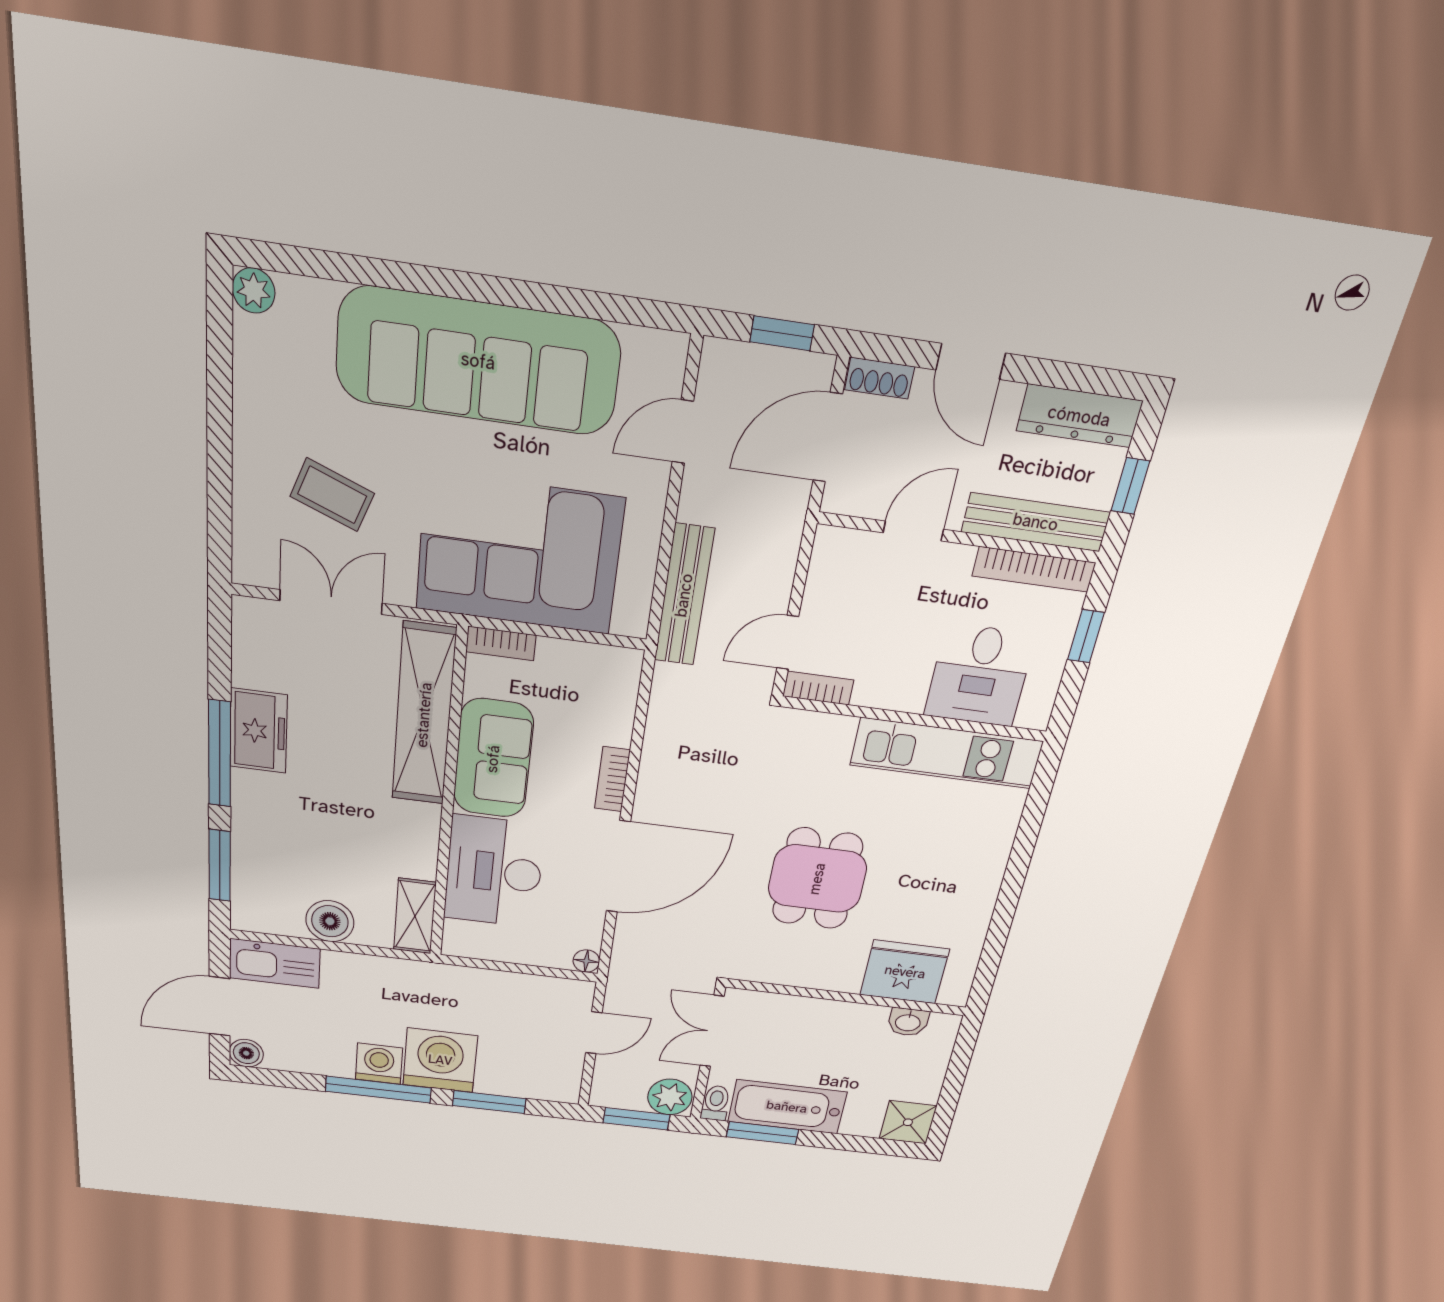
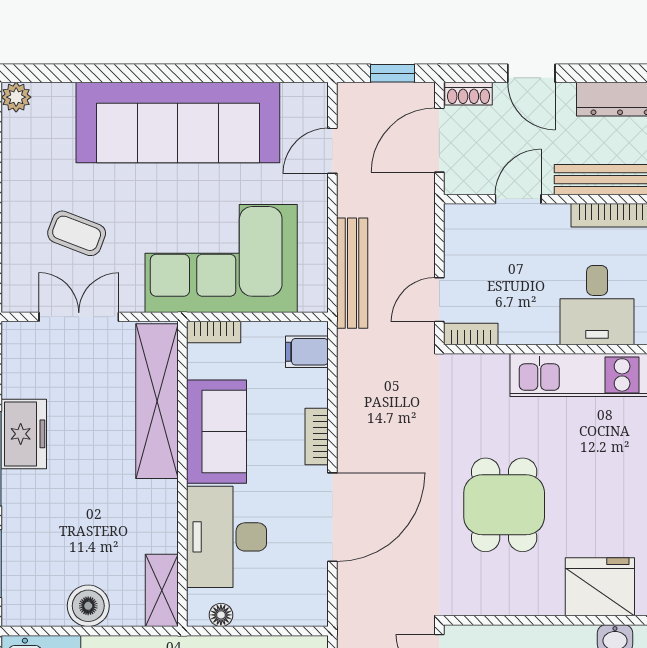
filing cabinet: (614, 682) -> (307, 352), added
floor lamp: (586, 961) -> (221, 615), moved

